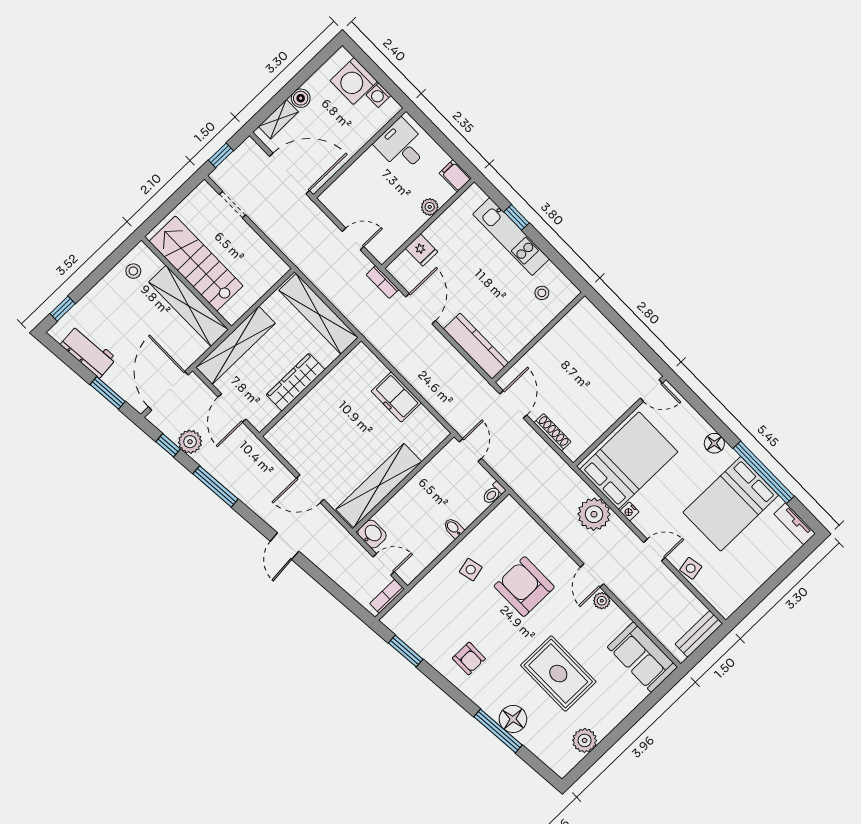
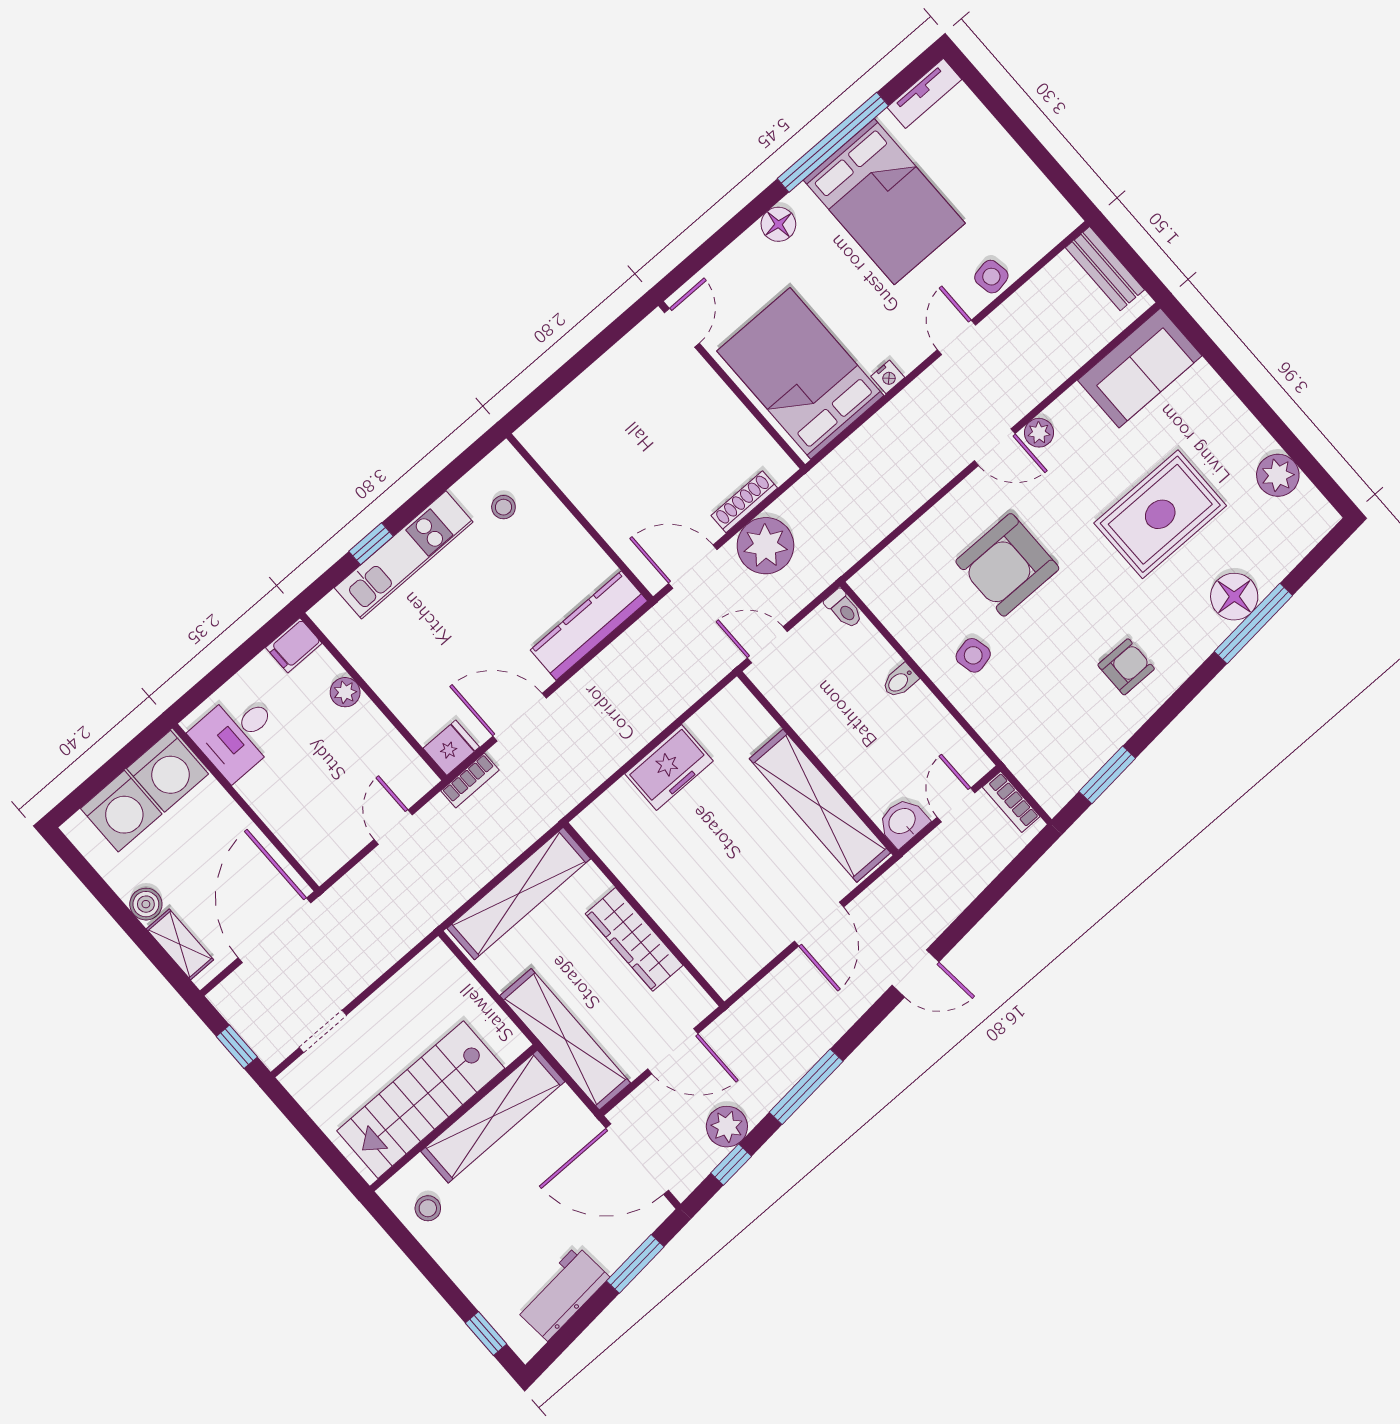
washing machine: (378, 95) -> (167, 771), width x1.89, depth x1.89
fridge: (422, 250) -> (451, 748), moved
plant: (594, 514) -> (765, 546), moved

